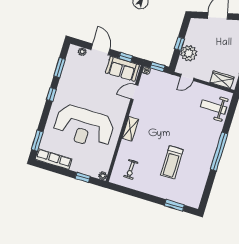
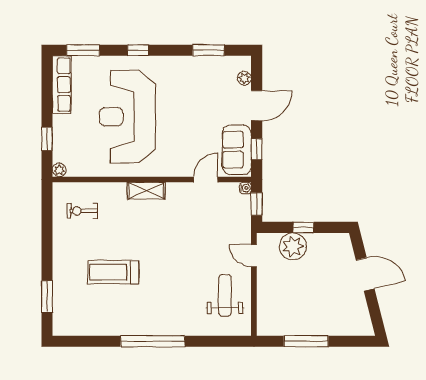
wardrobe: (222, 80) -> (267, 311), removed
door: (134, 92) -> (206, 180), hinge flipped
window: (51, 94) -> (138, 50), moved
weight bench: (214, 107) -> (225, 295), moved

